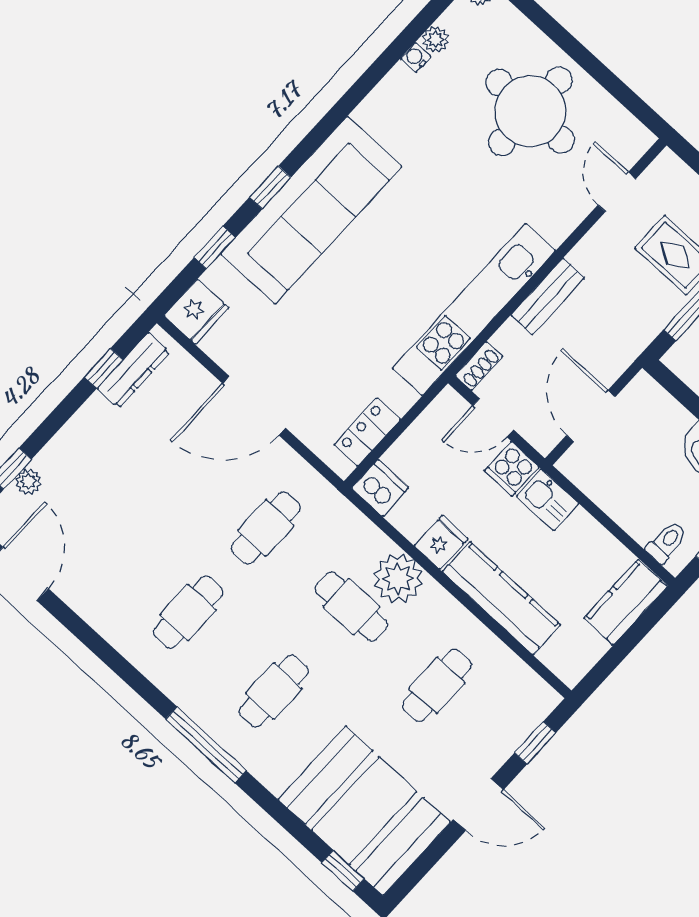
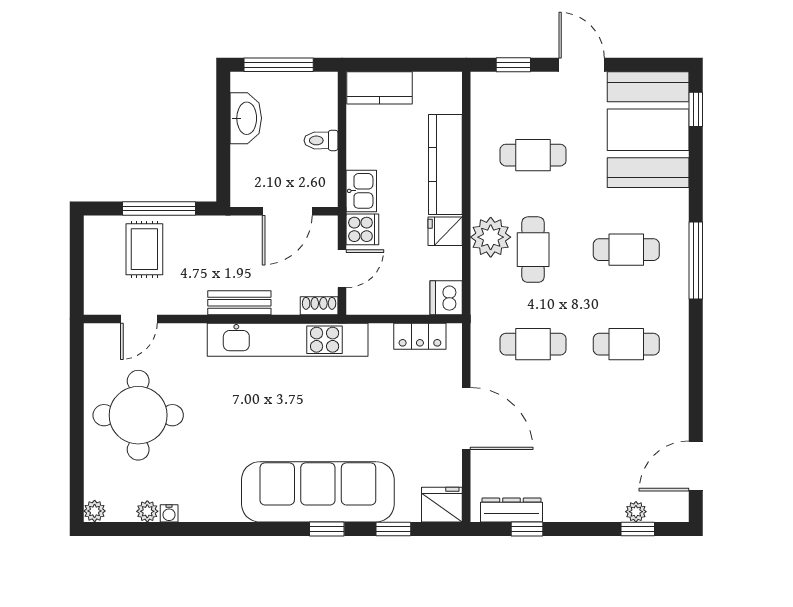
door: (493, 418) -> (342, 269), hinge flipped
toilet: (667, 542) -> (321, 140), moved

